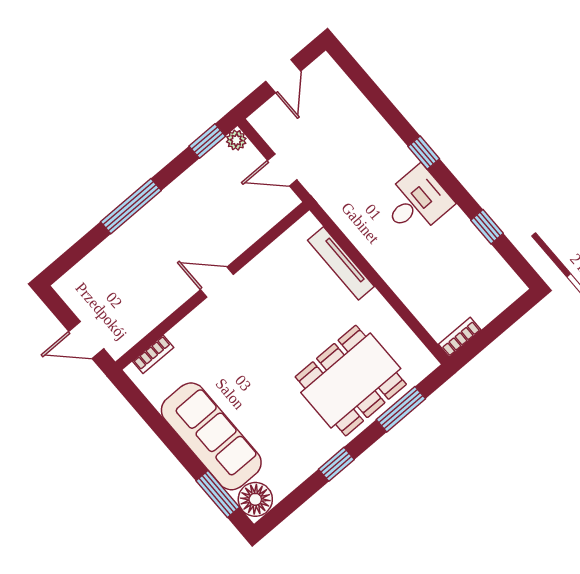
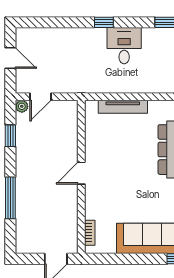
window: (207, 141) -> (10, 136), moved
door: (282, 170) -> (40, 97), moved
window: (131, 206) -> (10, 198), moved

